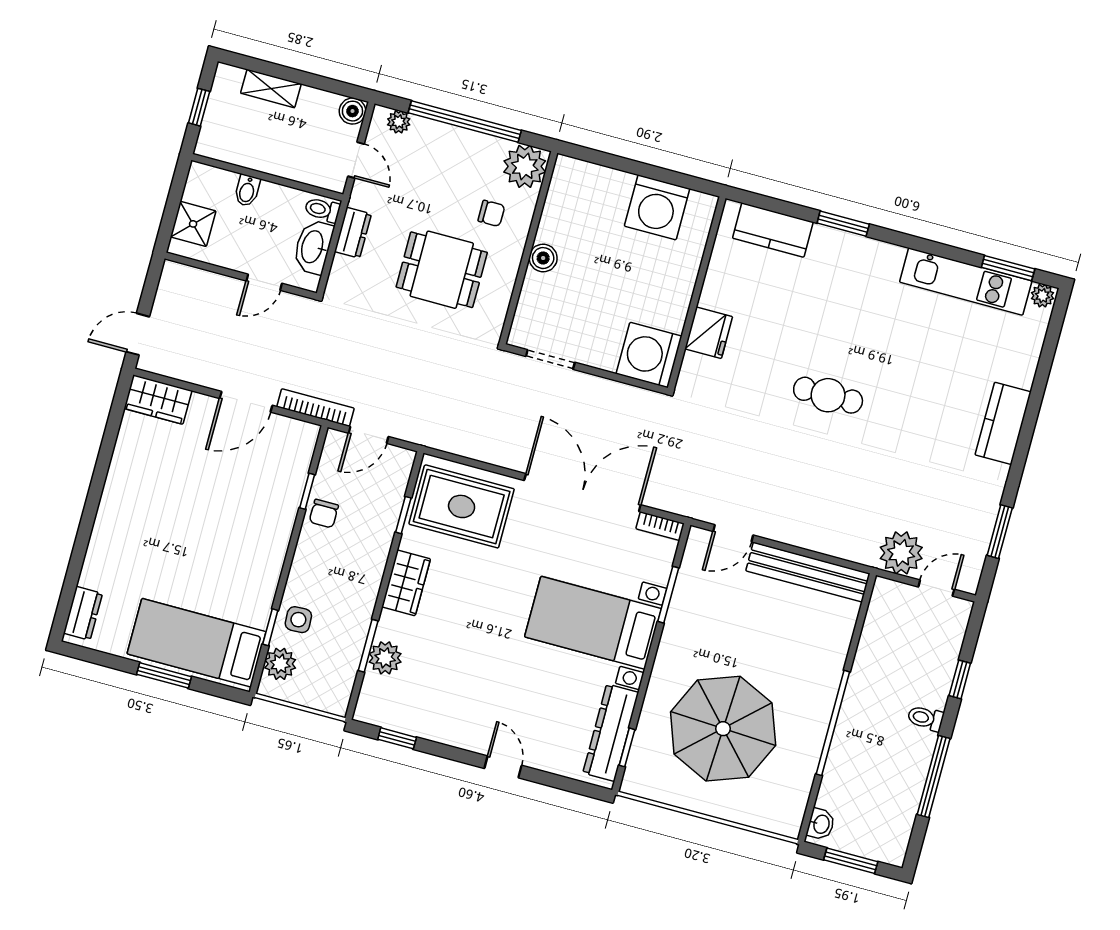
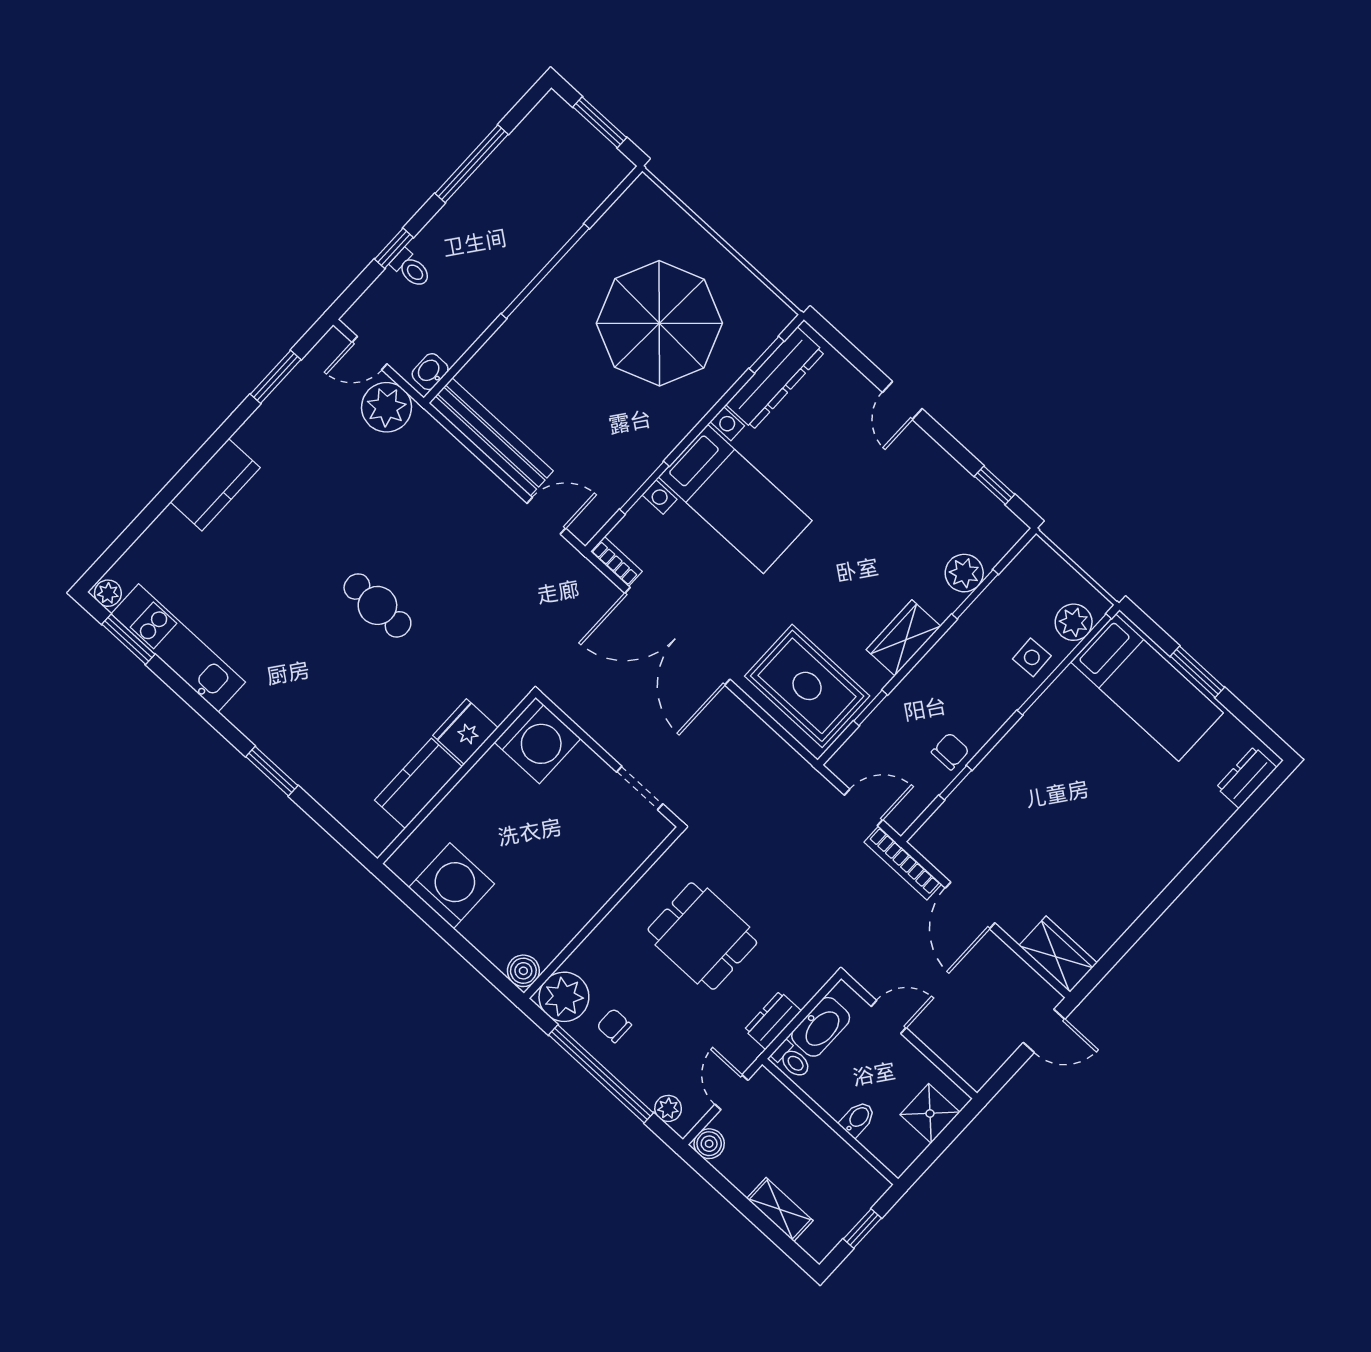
chair: (491, 213) -> (614, 1026), moved
kitchen counter: (773, 230) -> (418, 783), moved, turned -90
boiler: (543, 258) -> (523, 971), moved
door: (246, 402) -> (970, 905), swing flipped
window: (270, 627) -> (1064, 664), width x3.17
toilet: (925, 718) -> (411, 269), moved
washbasin: (821, 824) -> (430, 372), moved

